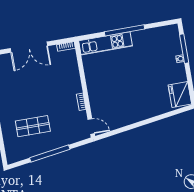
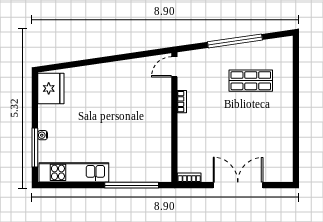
window: (125, 30) -> (132, 185), moved
kitchen unit: (105, 43) -> (74, 172), moved
door: (91, 126) -> (174, 67), hinge flipped

